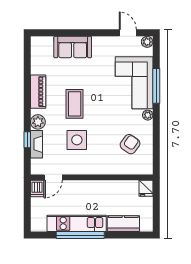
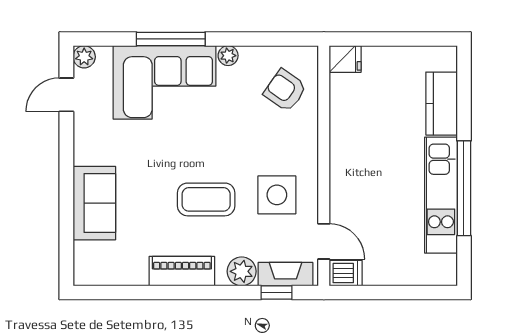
door: (53, 177) -> (324, 241), moved
wall: (92, 177) -> (324, 166), moved
dishwasher: (37, 188) -> (346, 273), moved
fridge: (146, 188) -> (345, 59), moved

